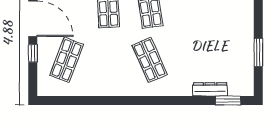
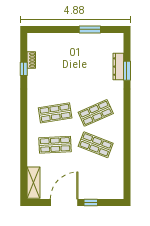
shop shelf: (67, 60) -> (96, 145), moved
window: (228, 101) -> (127, 71), moved

